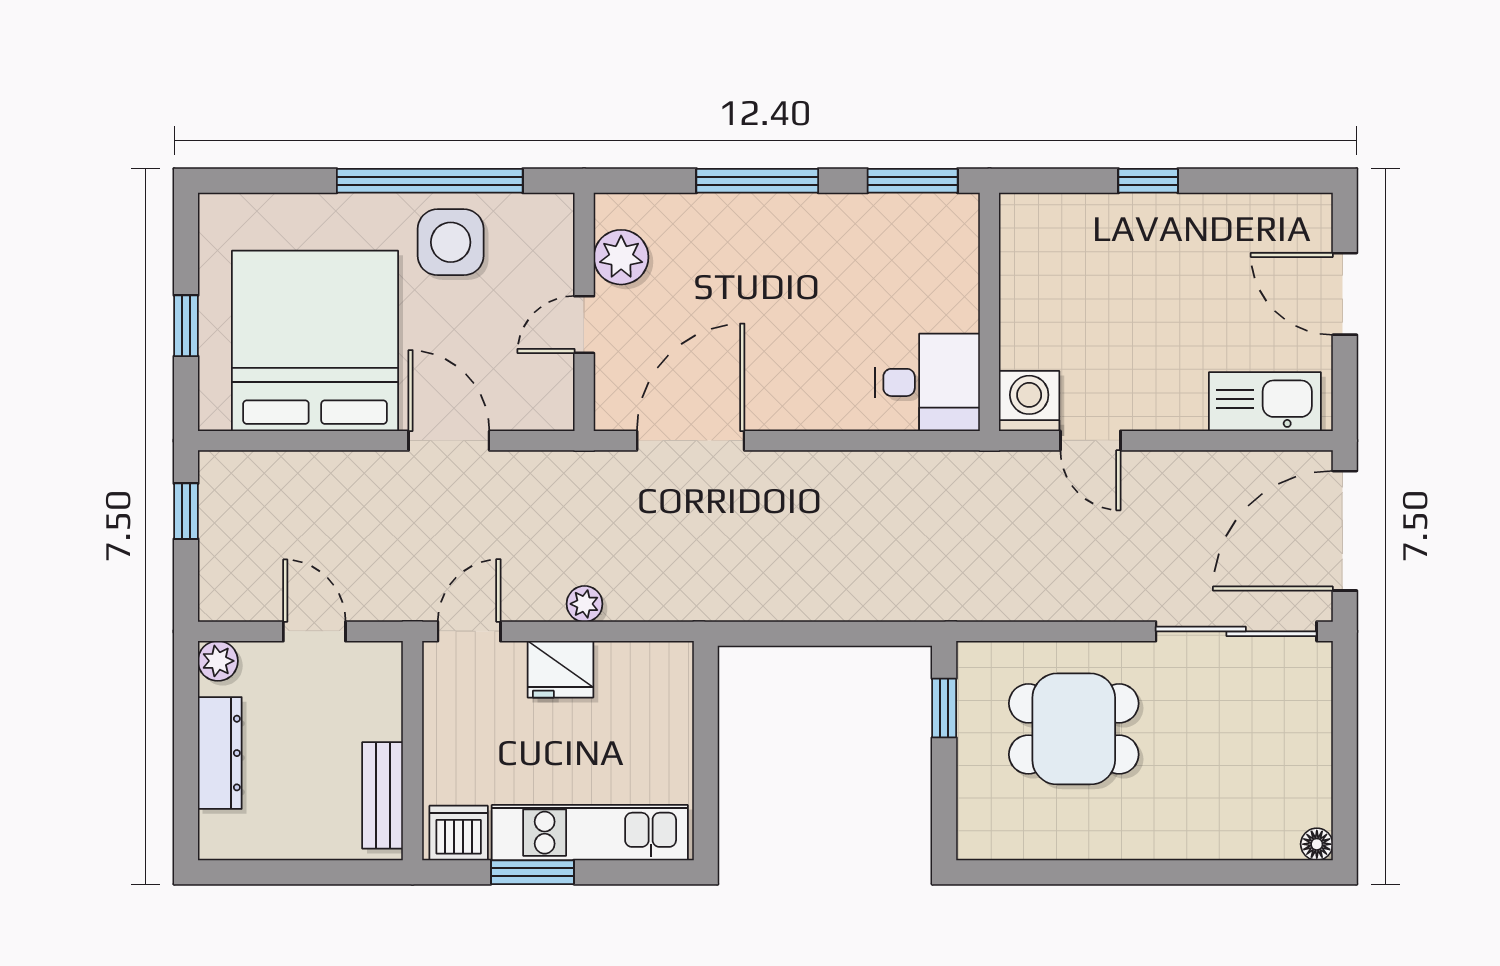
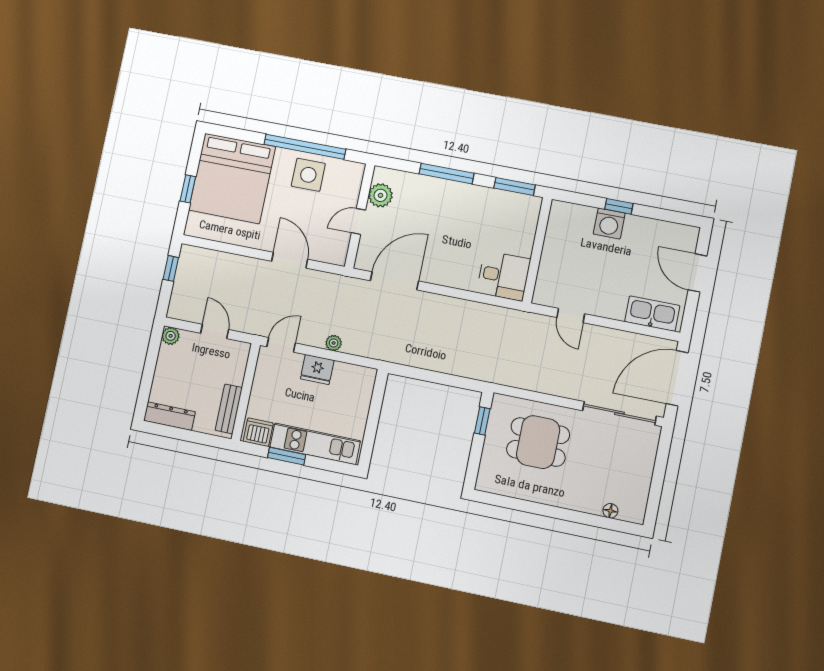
bed: (315, 341) -> (232, 178), moved, turned 180
washing machine: (1029, 401) -> (609, 224), moved, turned 180
dresser: (220, 753) -> (169, 416), moved, turned -90
floor lamp: (1317, 844) -> (610, 511), moved

